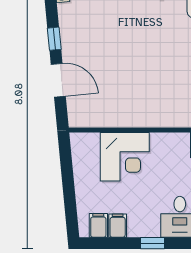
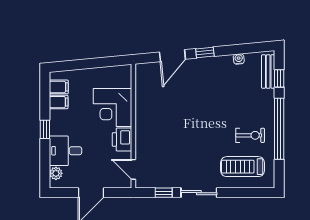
printer: (165, 145) -> (122, 139), added

